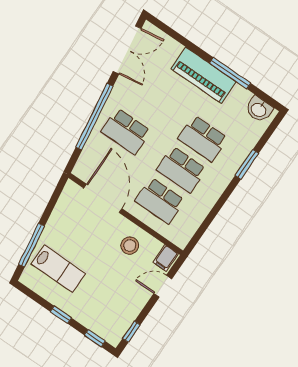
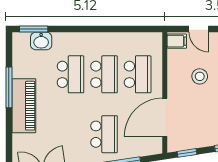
washbasin: (259, 109) -> (41, 41), moved, turned 90
window: (247, 164) -> (34, 29), moved
window: (56, 196) -> (187, 153), added
stool: (130, 246) -> (200, 76), moved

